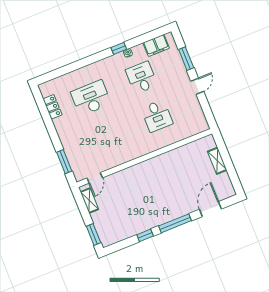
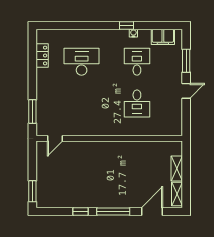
shelving: (89, 201) -> (177, 194), moved

